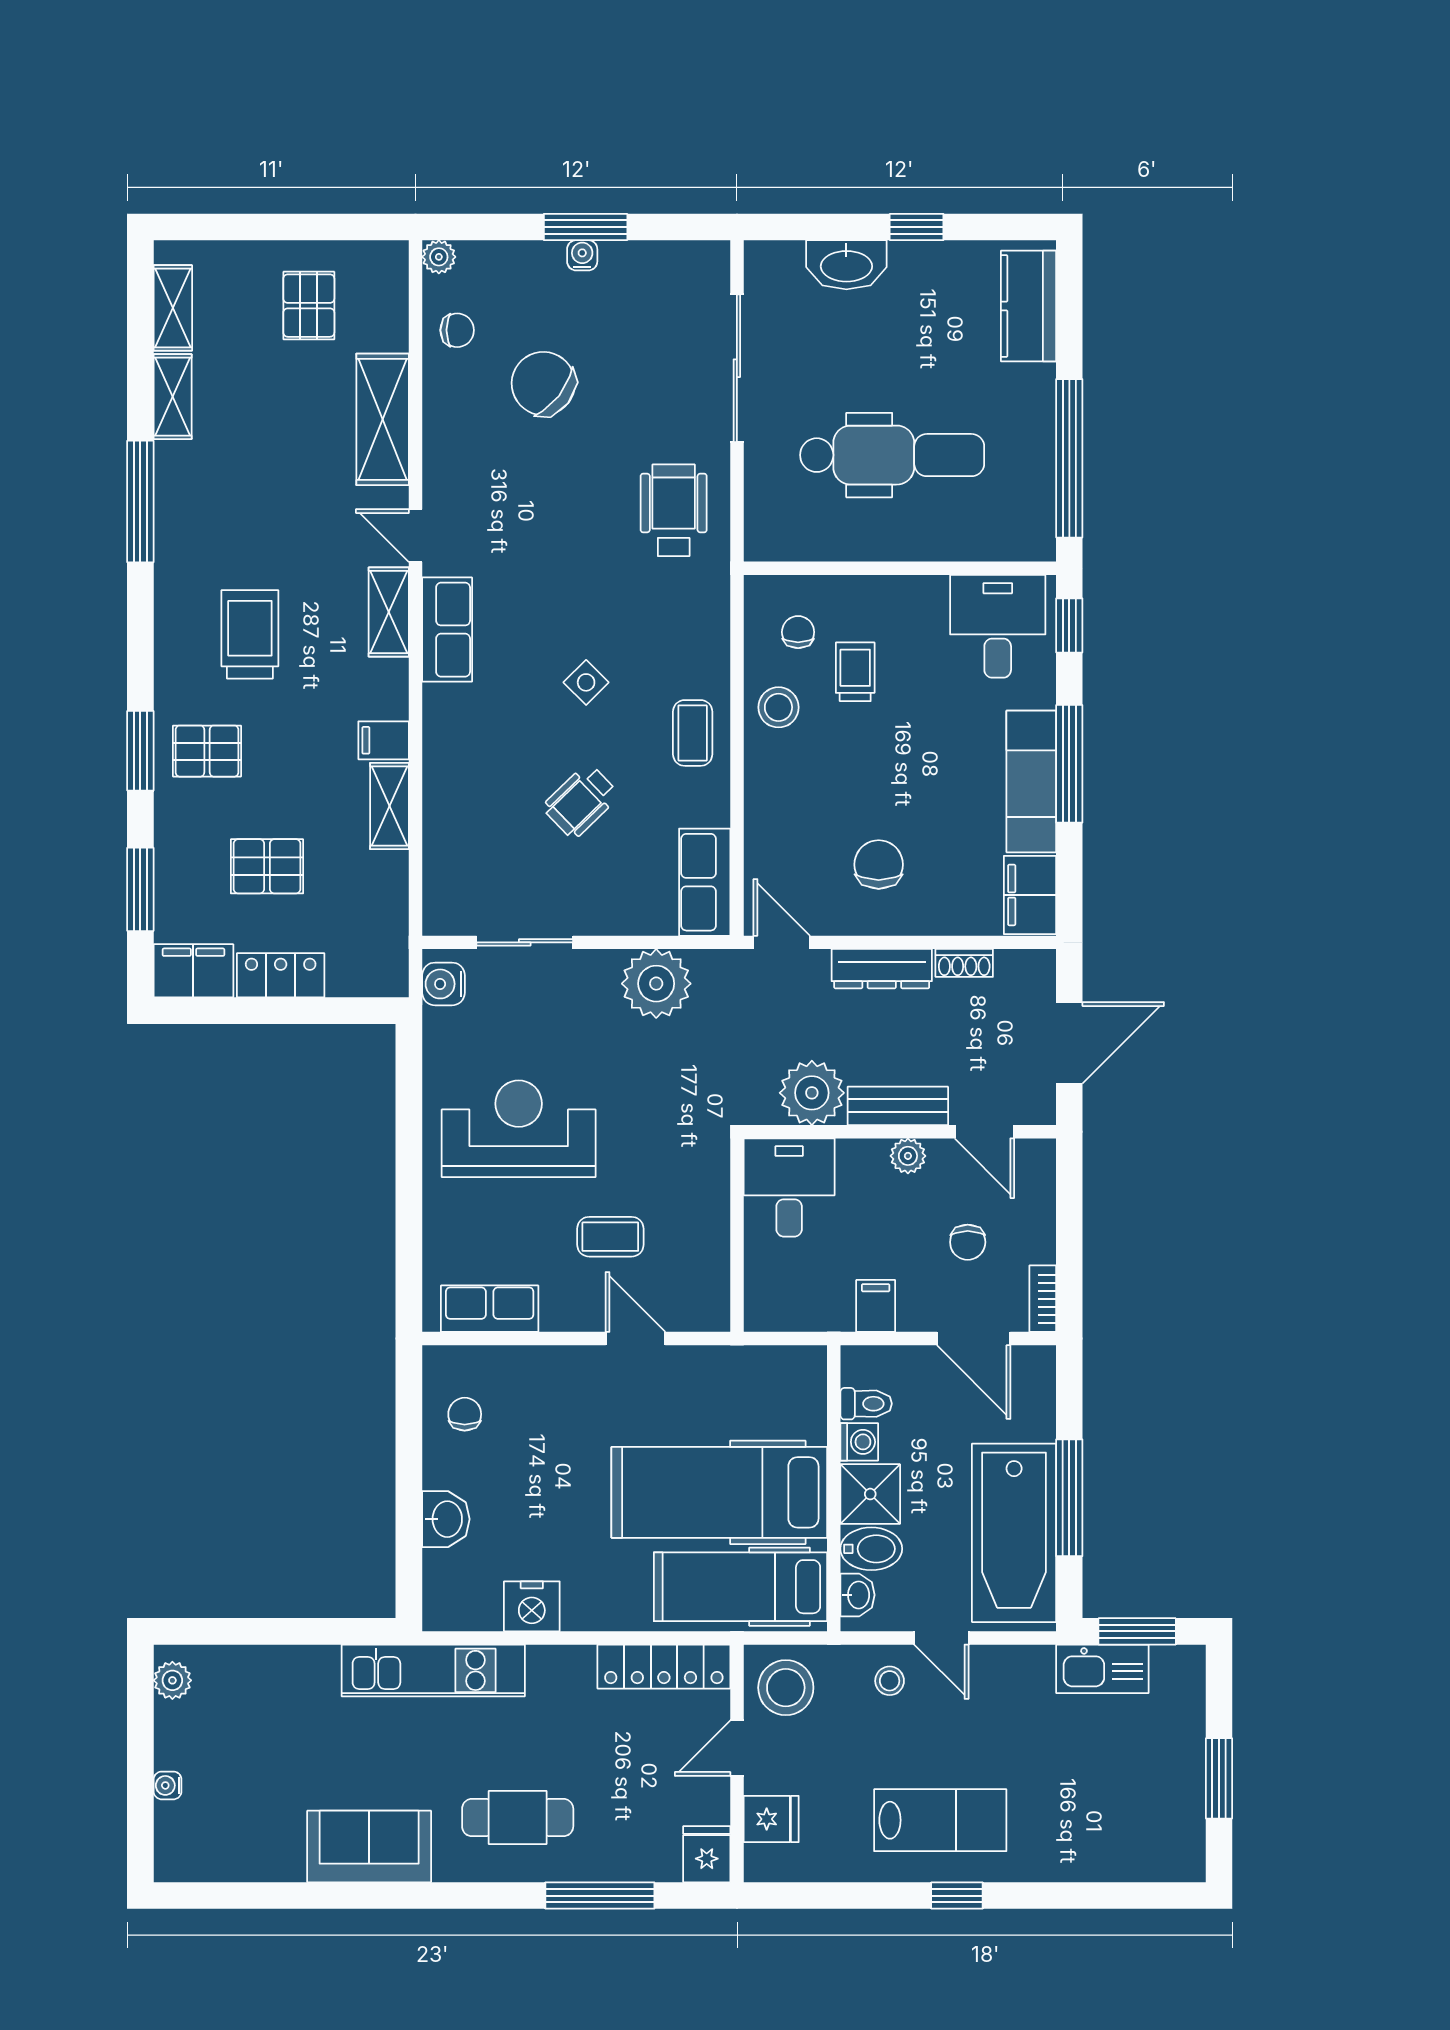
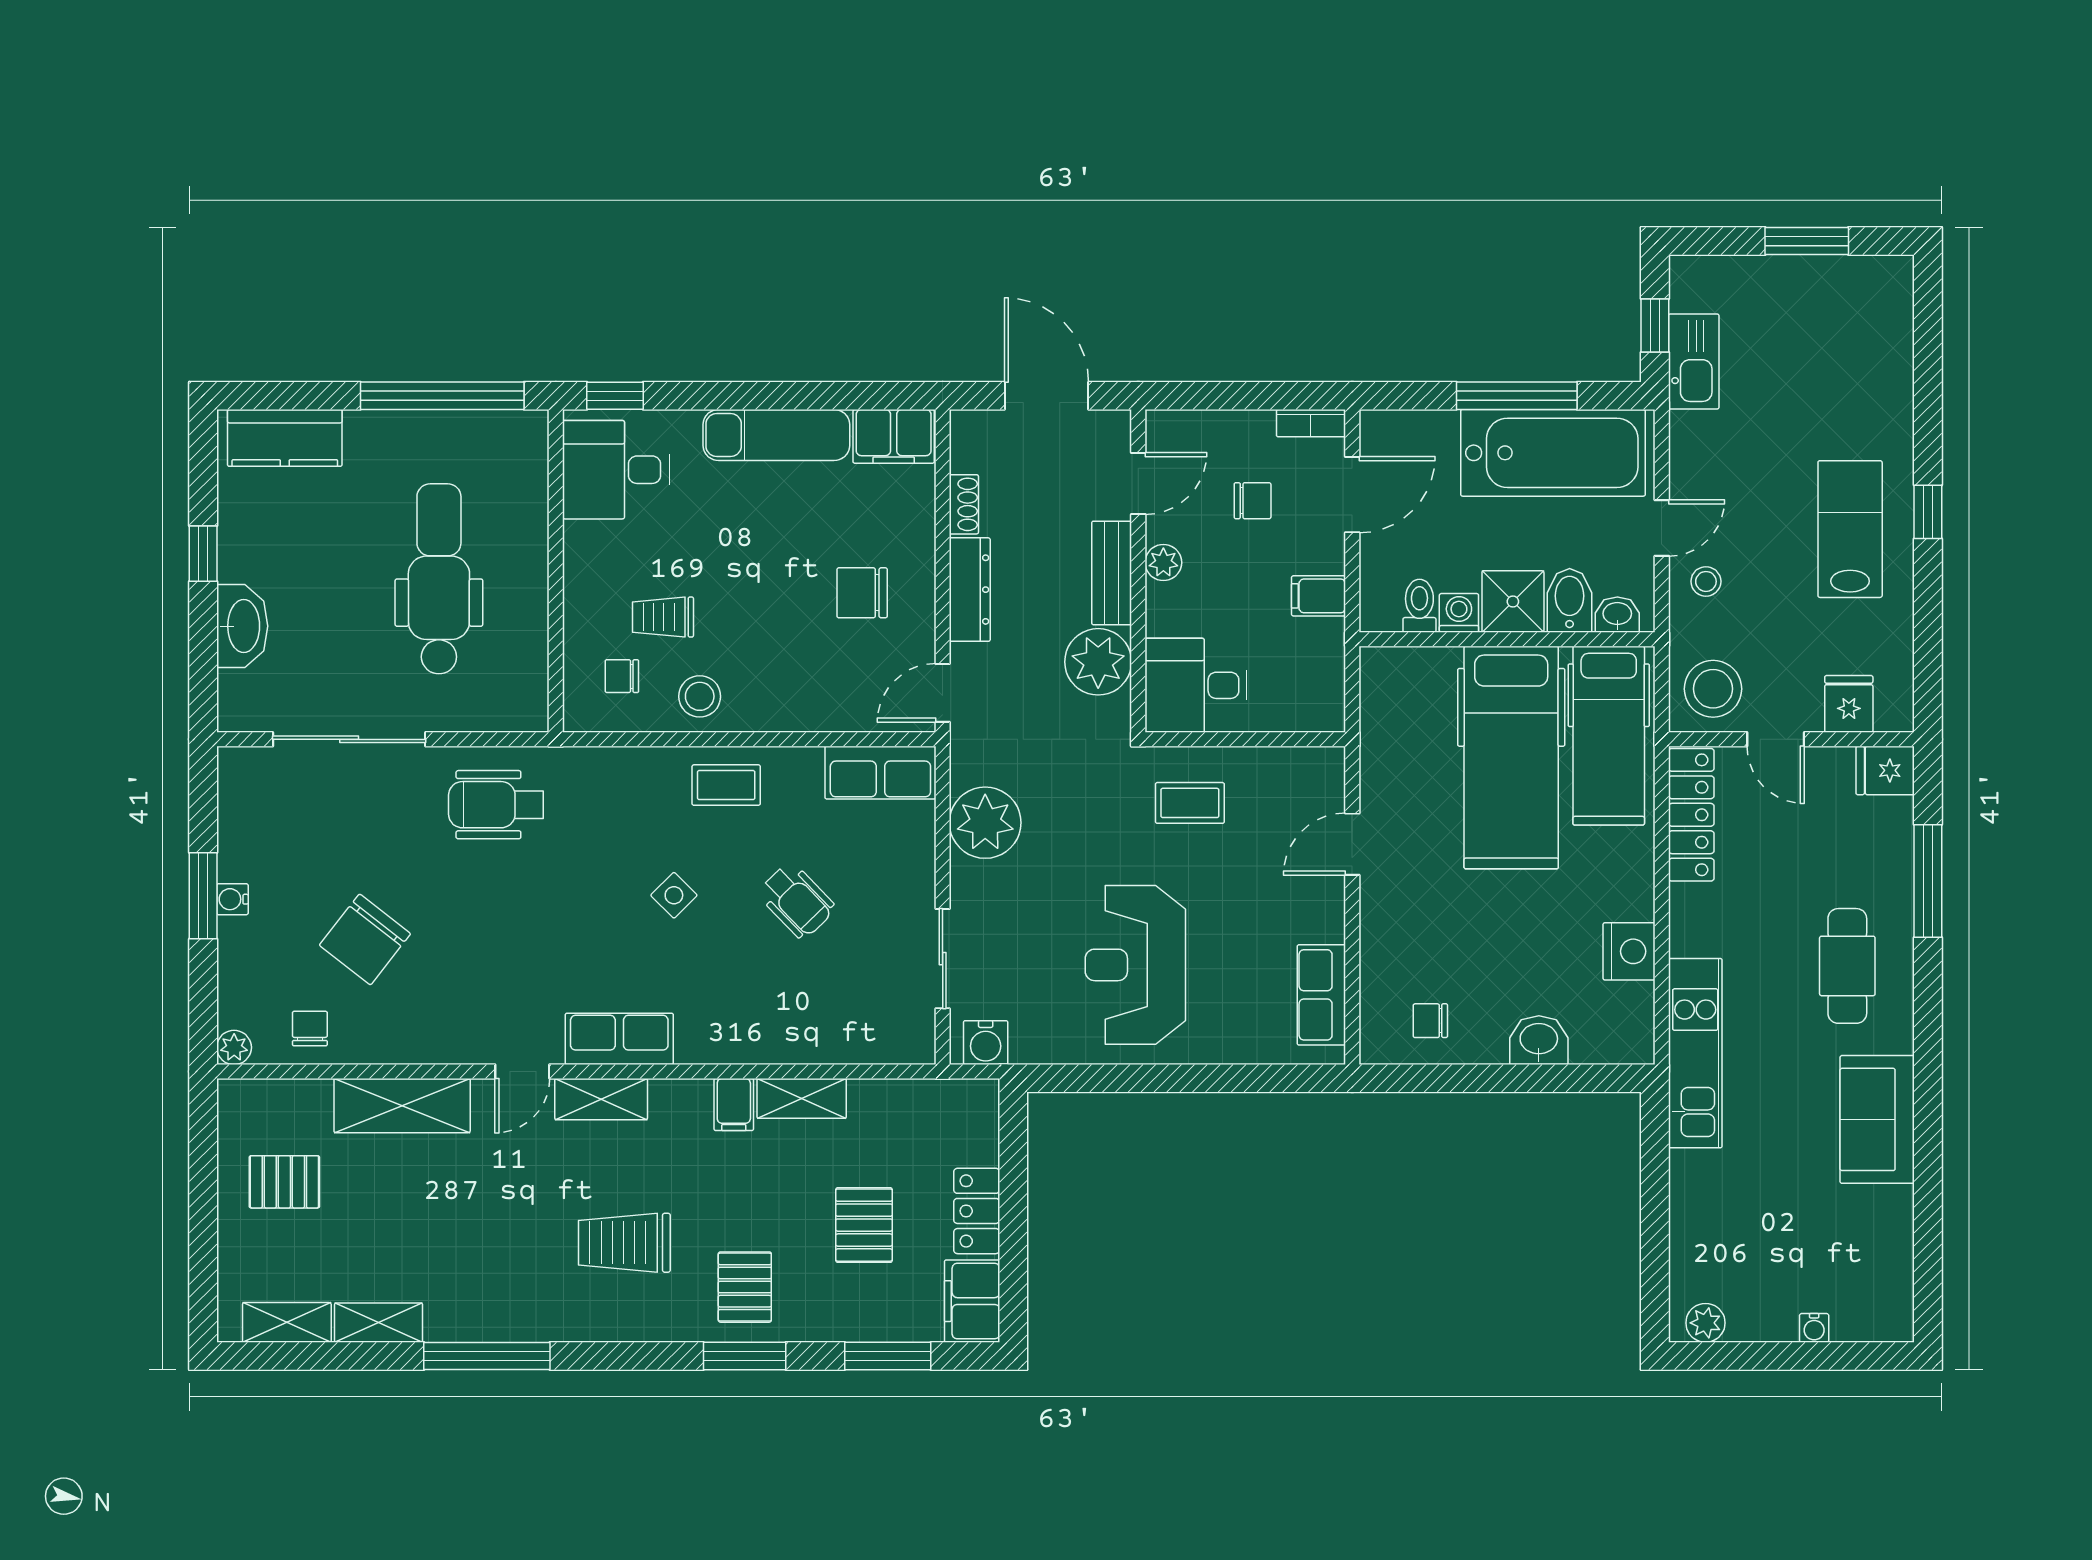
window: (1069, 764) -> (758, 396), removed
coffee table: (610, 1237) -> (1190, 803), moved, turned 90
window: (1137, 1631) -> (1655, 326), width x0.67

